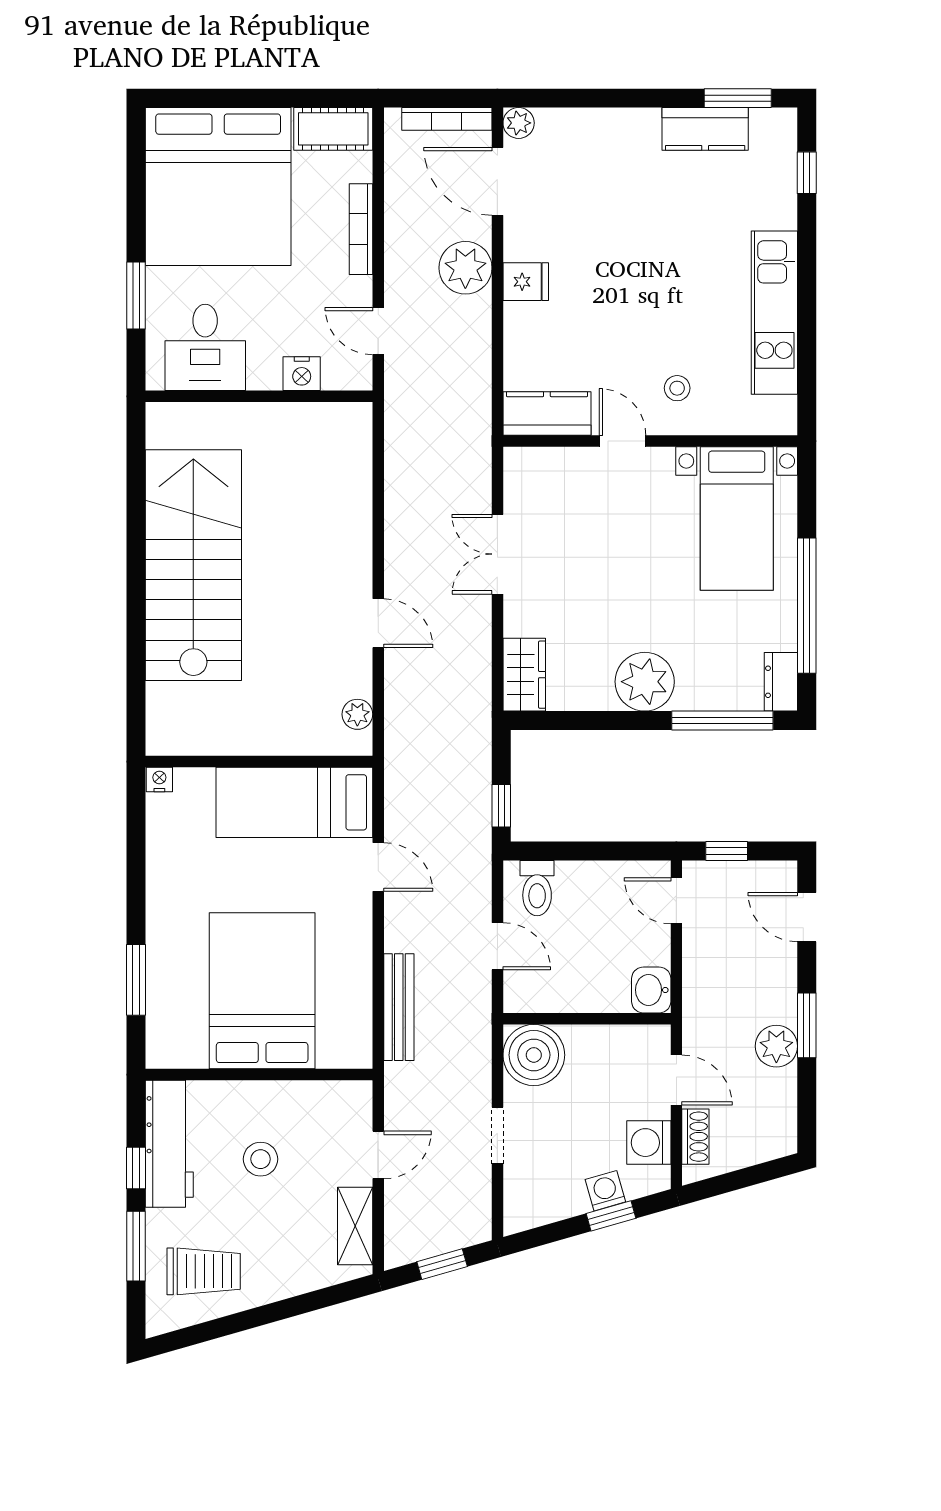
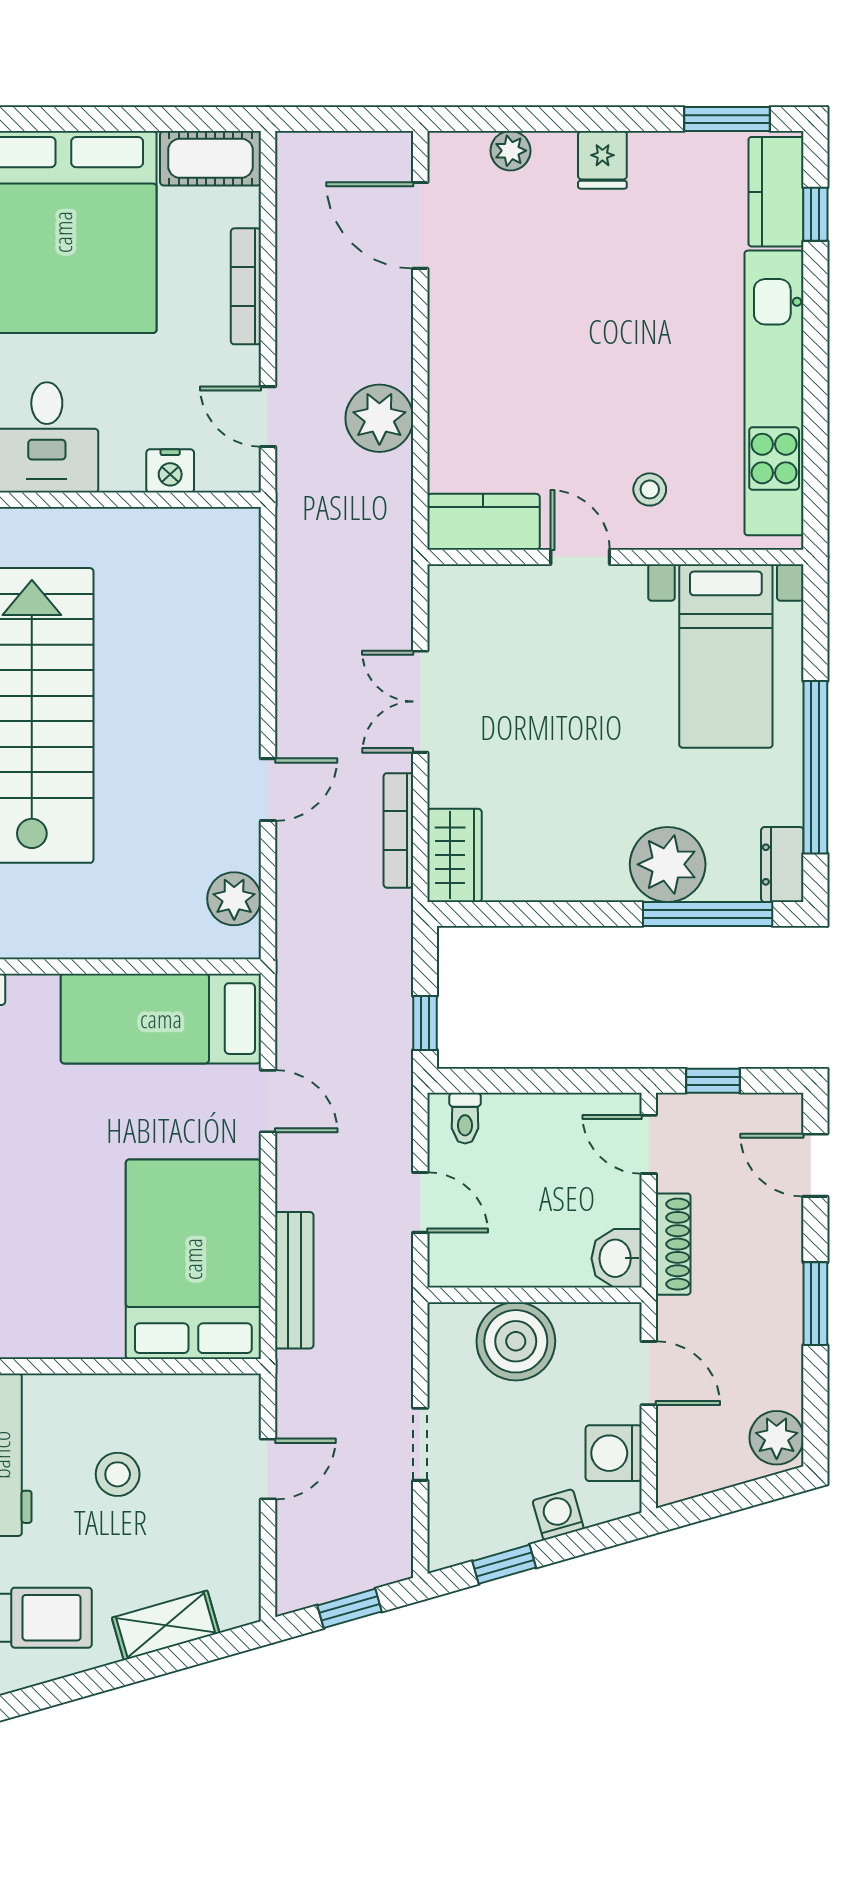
bookcase: (447, 119) -> (398, 830), moved, turned 90
plant: (519, 123) -> (510, 151), moved
kitchen counter: (705, 129) -> (776, 192), moved, turned 90
plant: (465, 268) -> (379, 418), moved
fridge: (526, 282) -> (602, 160), moved, turned 90
kitchen unit: (774, 313) -> (774, 393), width x1.36
door: (378, 623) -> (268, 790), hinge flipped
plant: (645, 682) -> (668, 864), moved
plant: (357, 714) -> (234, 899), width x1.38, depth x1.38
toilet: (537, 888) -> (465, 1118), width x0.73, depth x0.72
bed: (262, 991) -> (193, 1259), moved
plant: (776, 1046) -> (777, 1438), moved
boiler: (534, 1055) -> (516, 1341), moved
shoe rack: (695, 1137) -> (673, 1244), moved, width x1.43
window: (611, 1216) -> (504, 1564), moved
shelving: (355, 1226) -> (166, 1625), moved, turned 74

